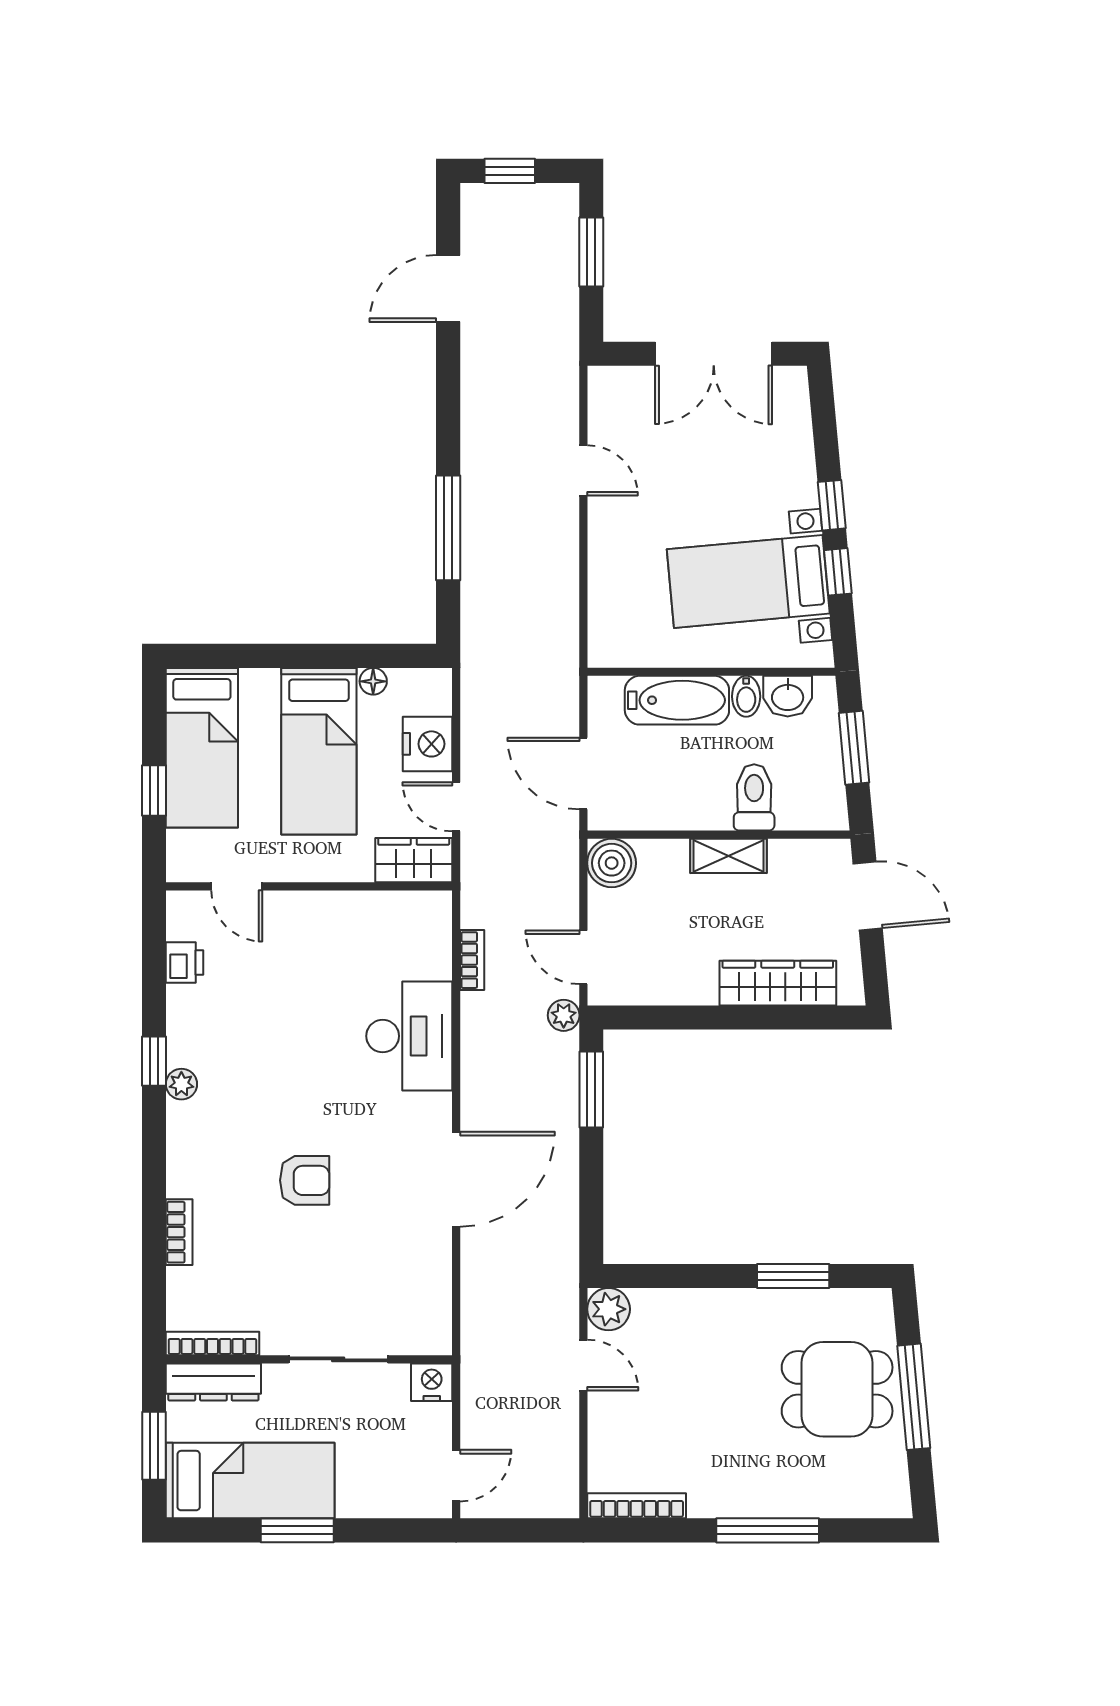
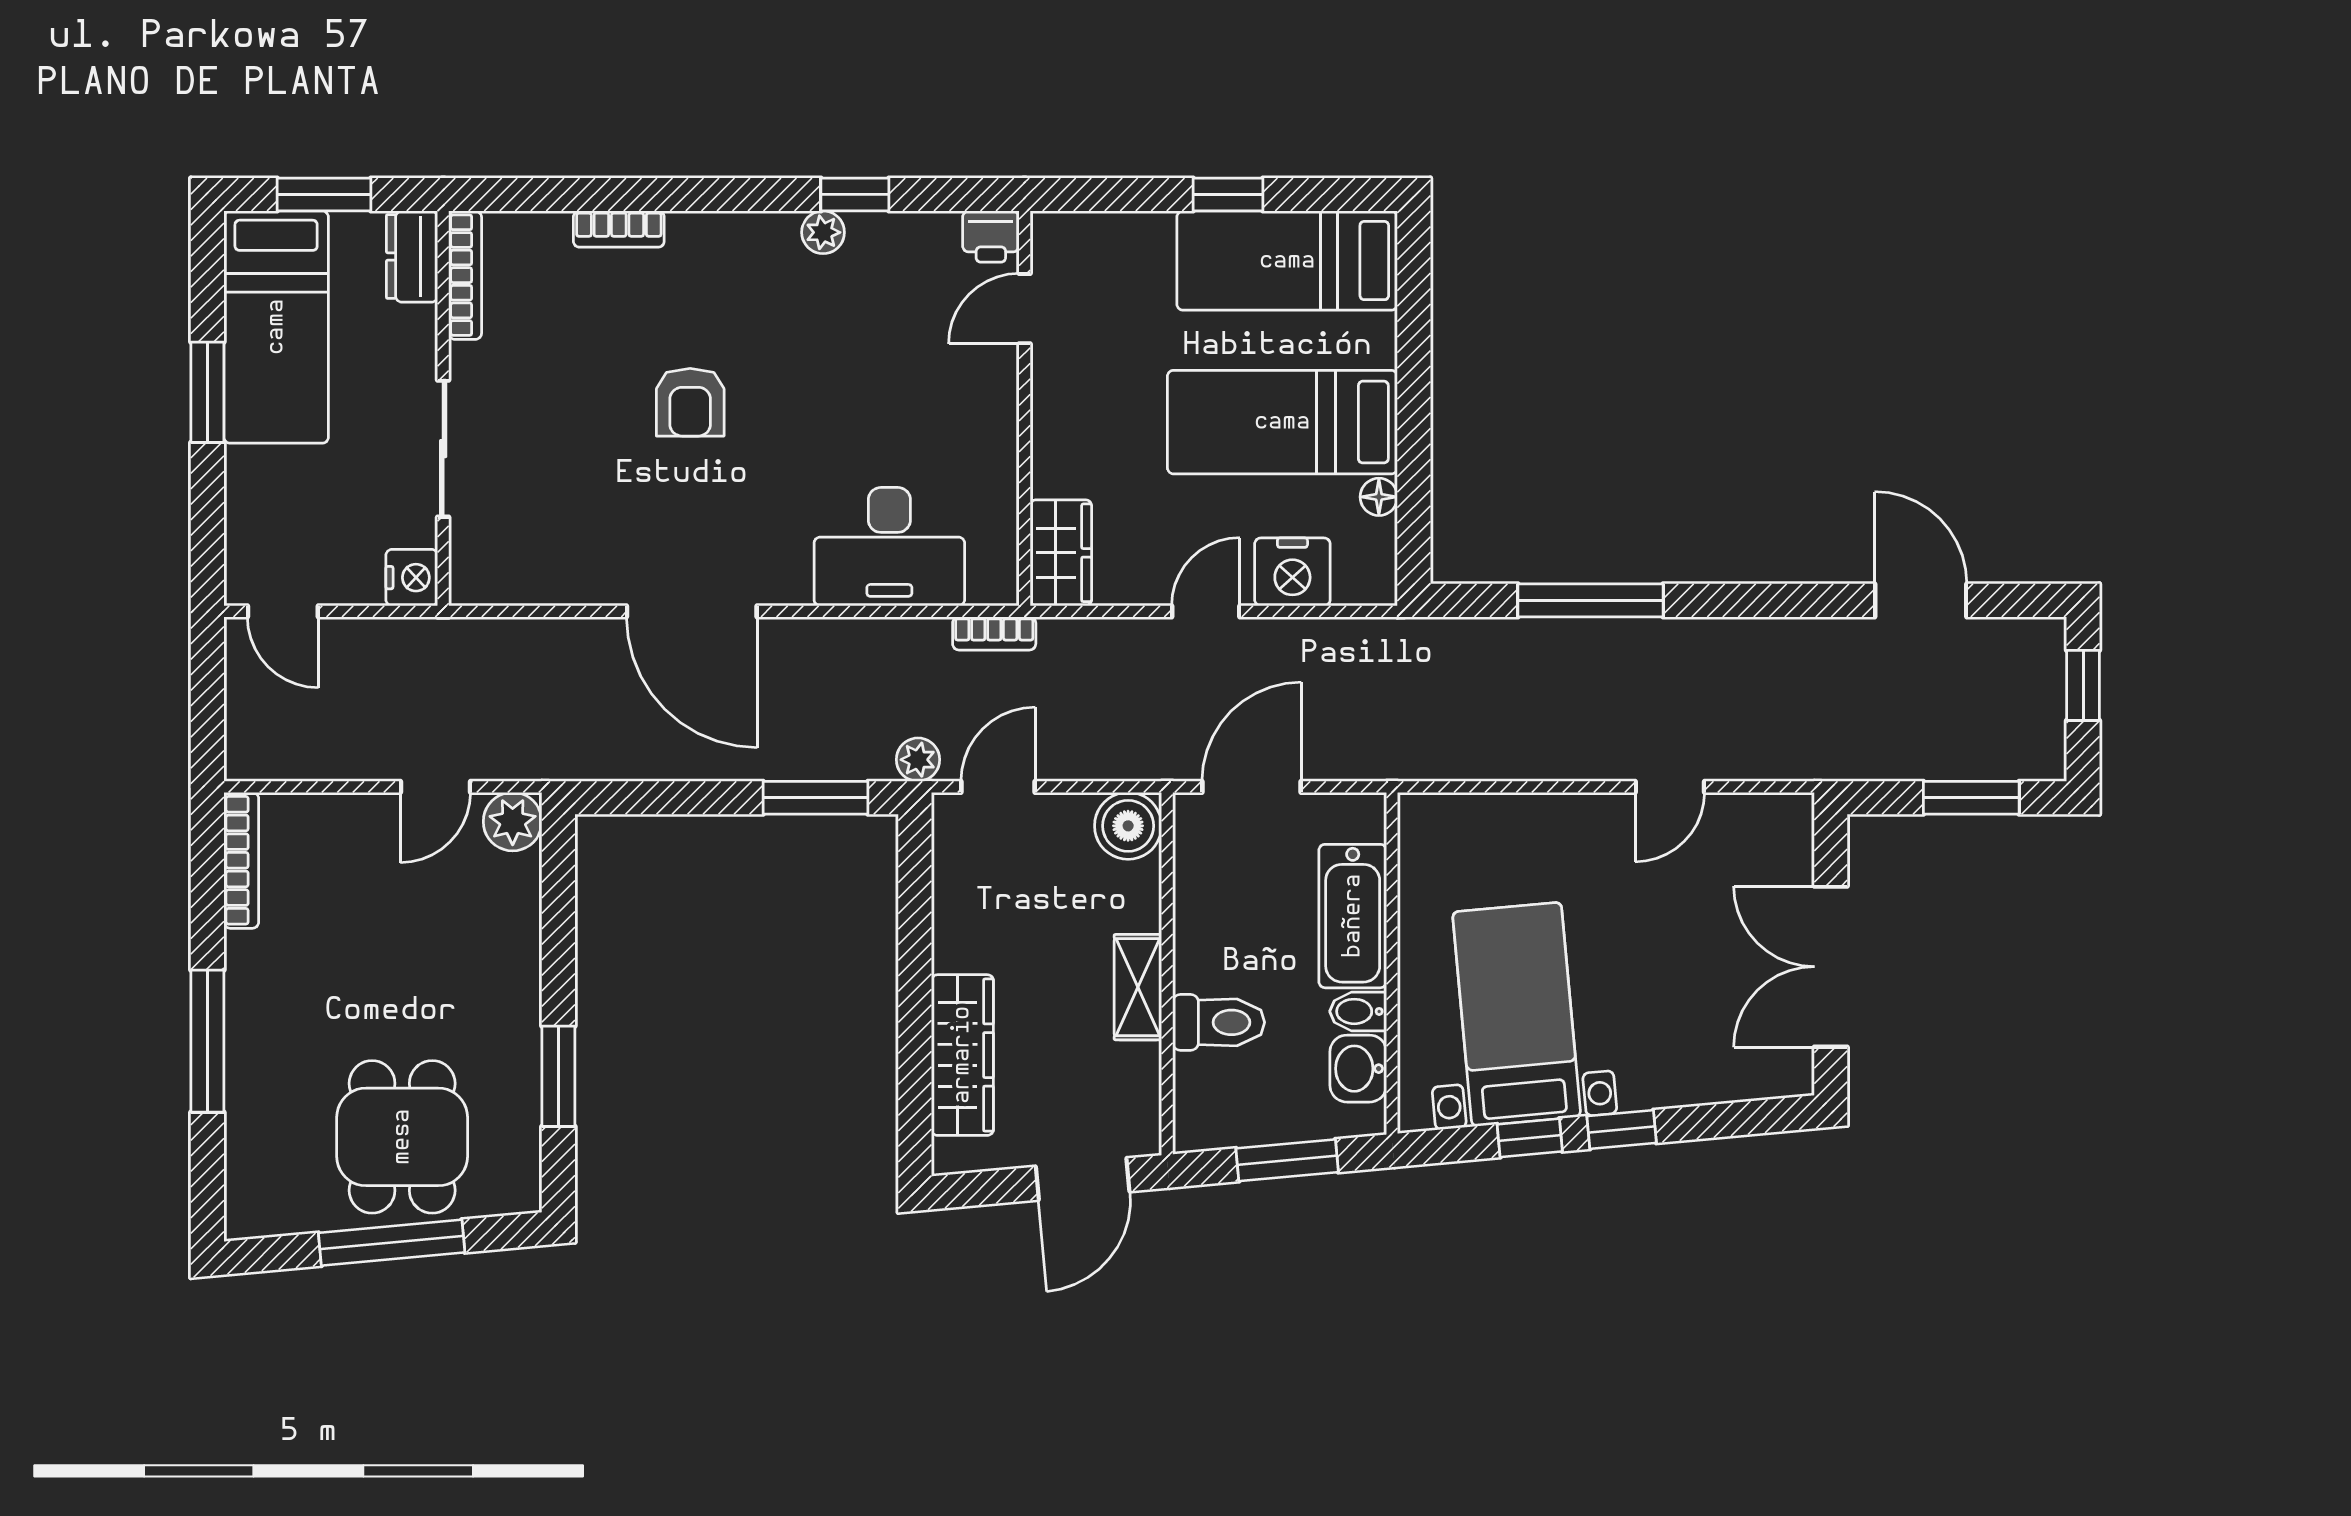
wardrobe: (414, 860) -> (1061, 553), moved
door: (237, 886) -> (1025, 309), moved
wall: (309, 886) -> (1025, 408), moved
dresser: (213, 1382) -> (412, 257), width x0.70

